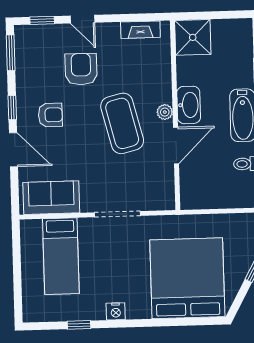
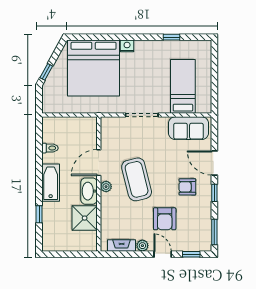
plant: (111, 30) -> (142, 246), added
shower: (193, 37) -> (85, 218), moved
nightstand: (116, 311) -> (127, 46), moved

